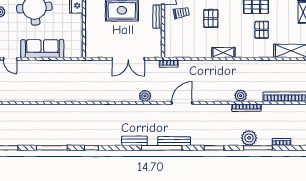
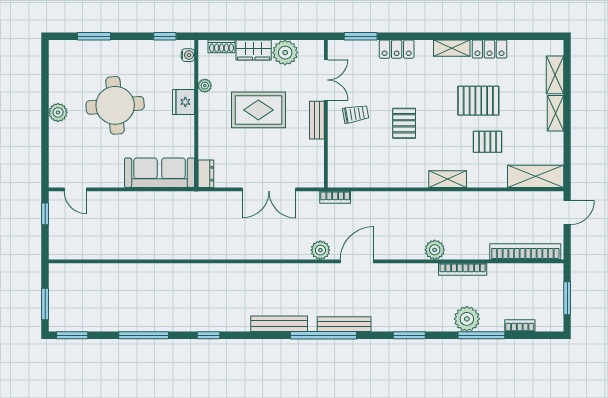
pallet: (262, 30) -> (487, 142), turned 90
sofa: (42, 49) -> (159, 173), moved
dresser: (90, 49) -> (206, 174), added
shelving: (223, 53) -> (448, 179), moved
plant: (145, 96) -> (320, 250), moved
plant: (241, 96) -> (435, 250), moved
bench: (134, 141) -> (279, 324), width x1.36

